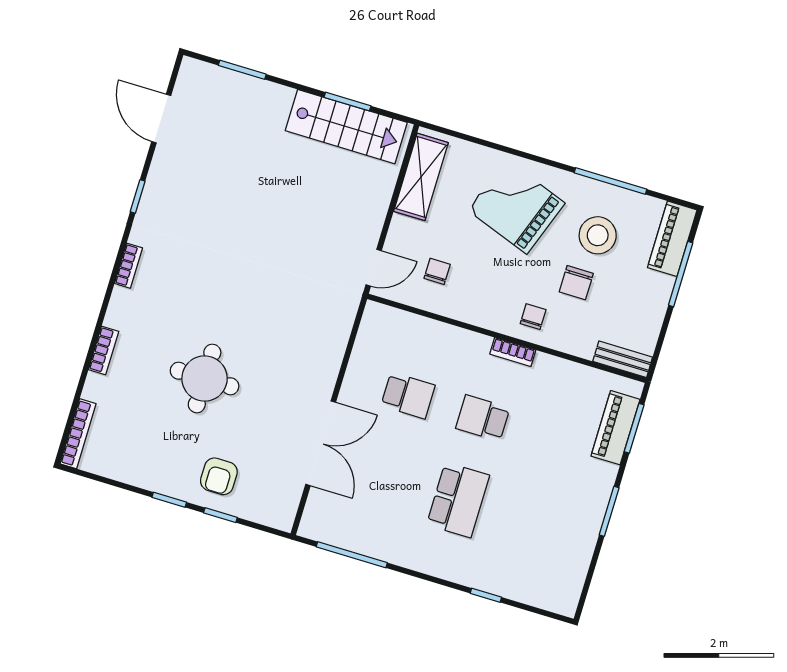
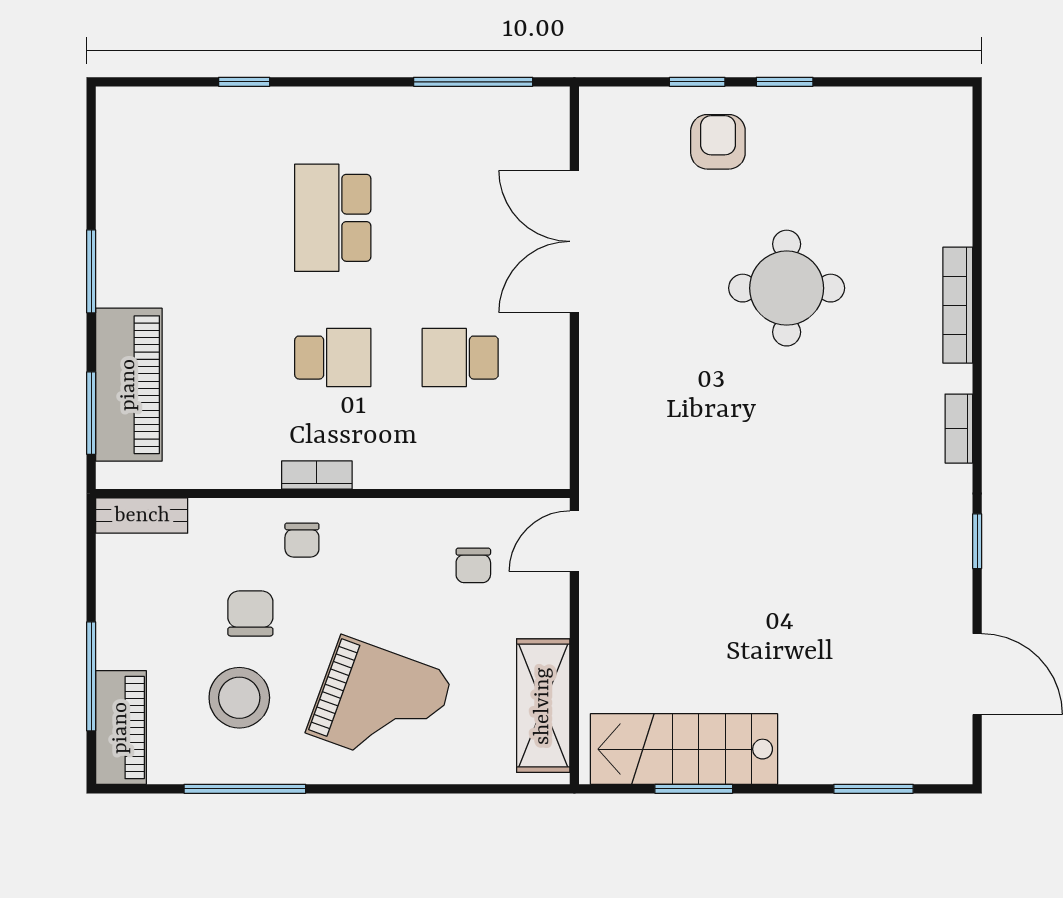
bookcase: (104, 350) -> (958, 305), width x1.56
piano: (615, 428) -> (129, 385), width x1.37, depth x1.33
bookcase: (78, 434) -> (958, 142), removed

